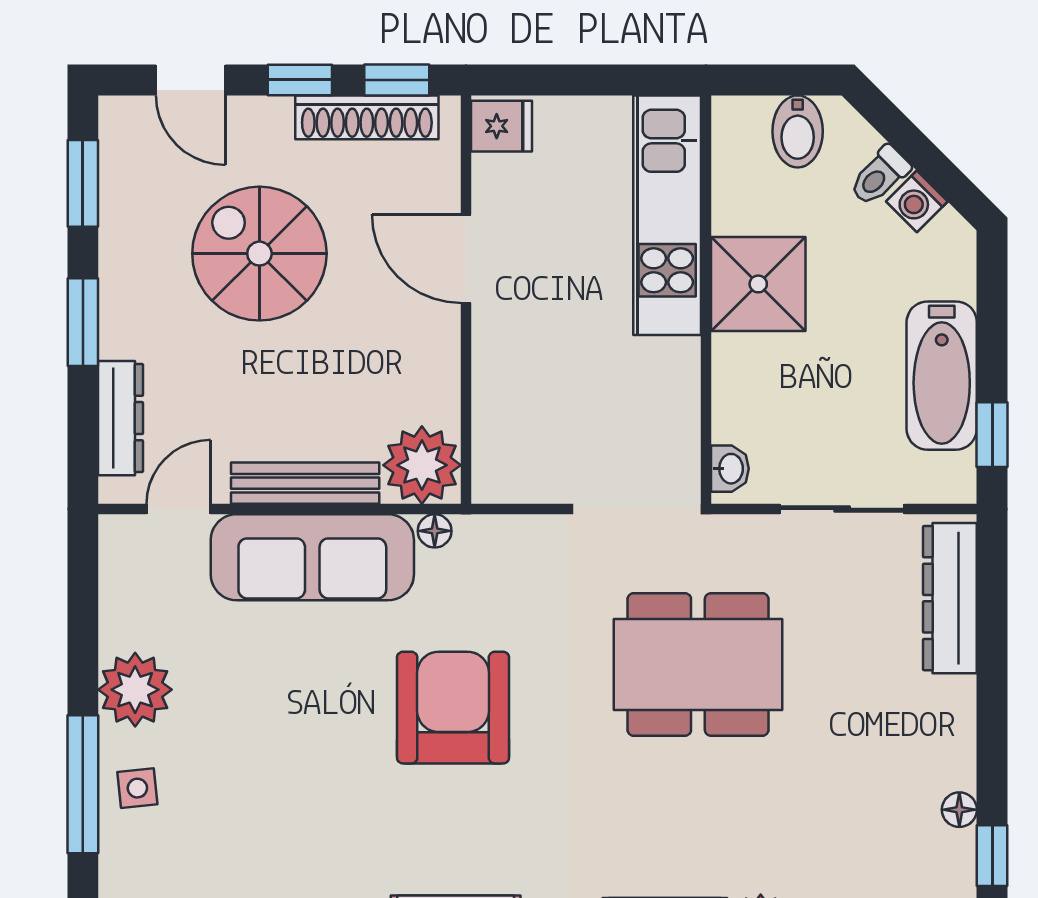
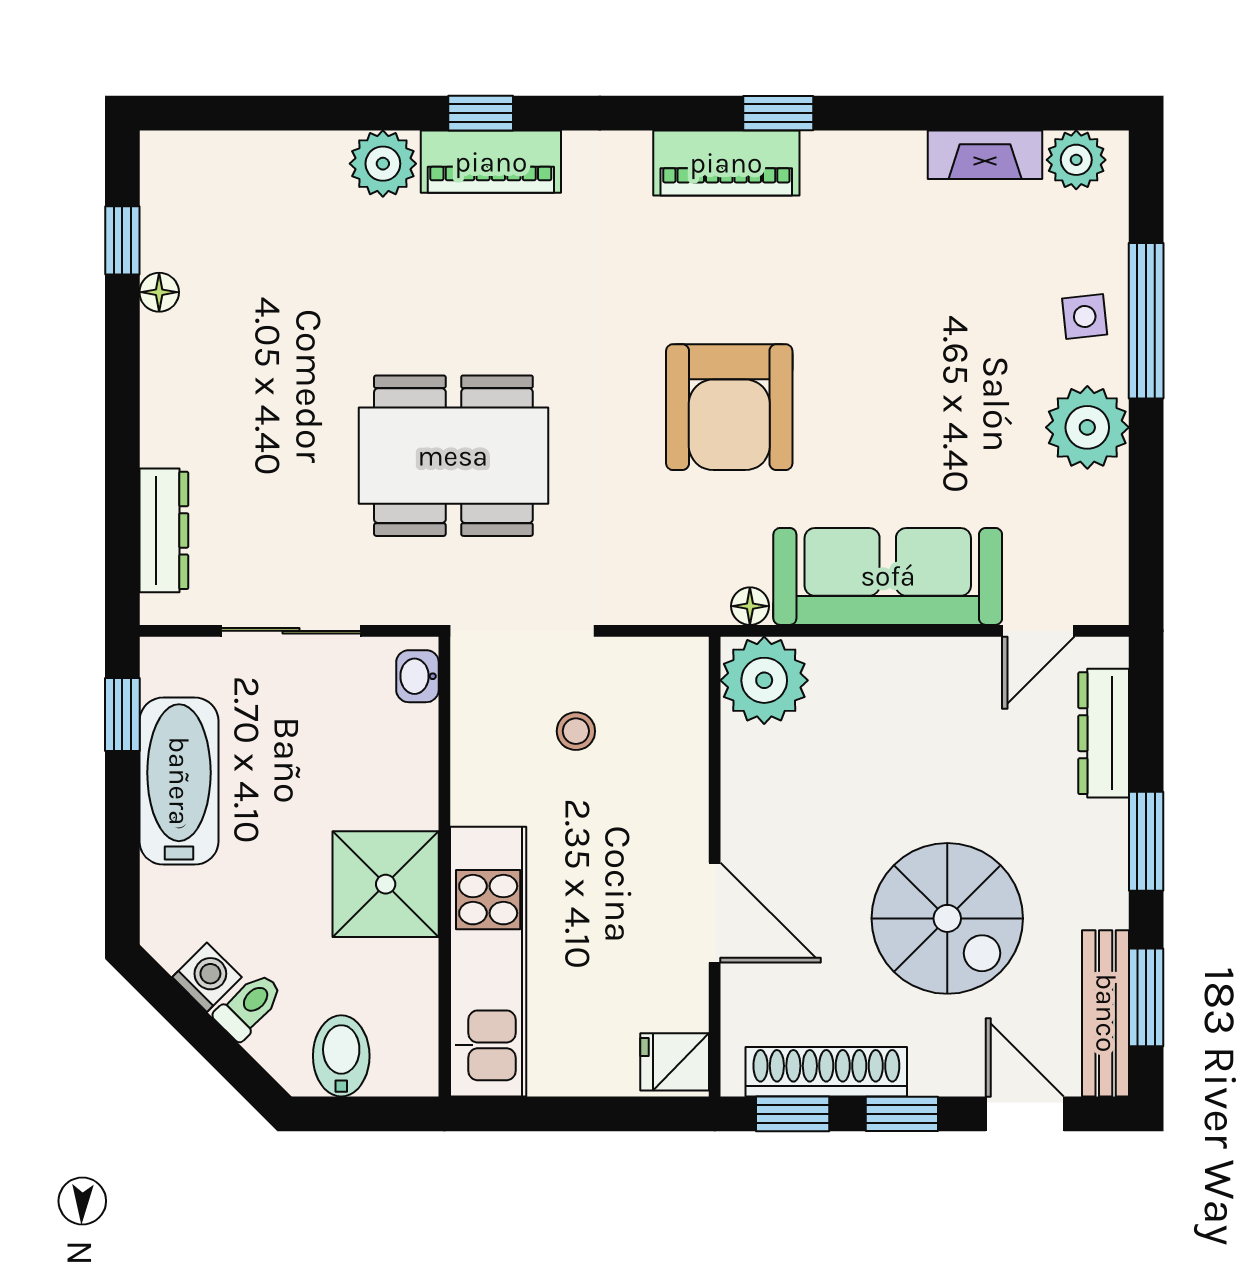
stool: (589, 420) -> (576, 731), added
bench: (305, 483) -> (1106, 1013), moved, turned 90
dresser: (950, 598) -> (164, 530), width x0.73, depth x0.80

